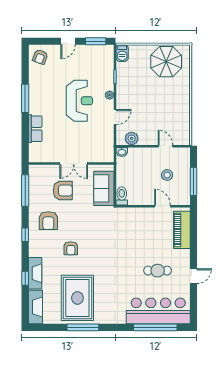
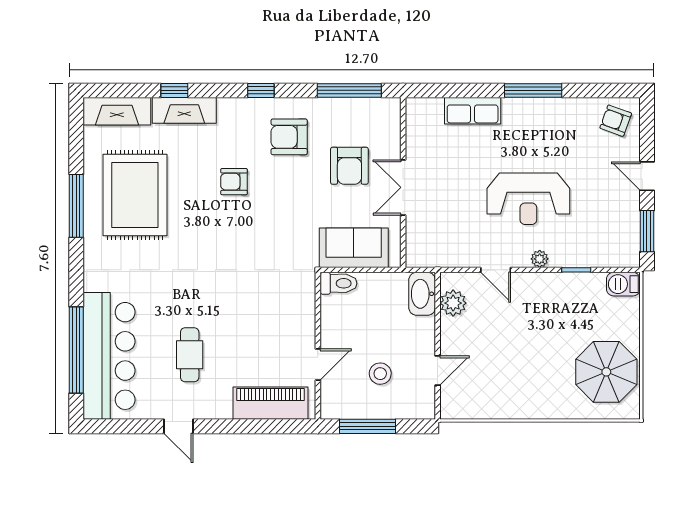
washbasin: (122, 152) -> (422, 294), width x1.91, depth x1.45
rug: (77, 298) -> (135, 195), turned 90

